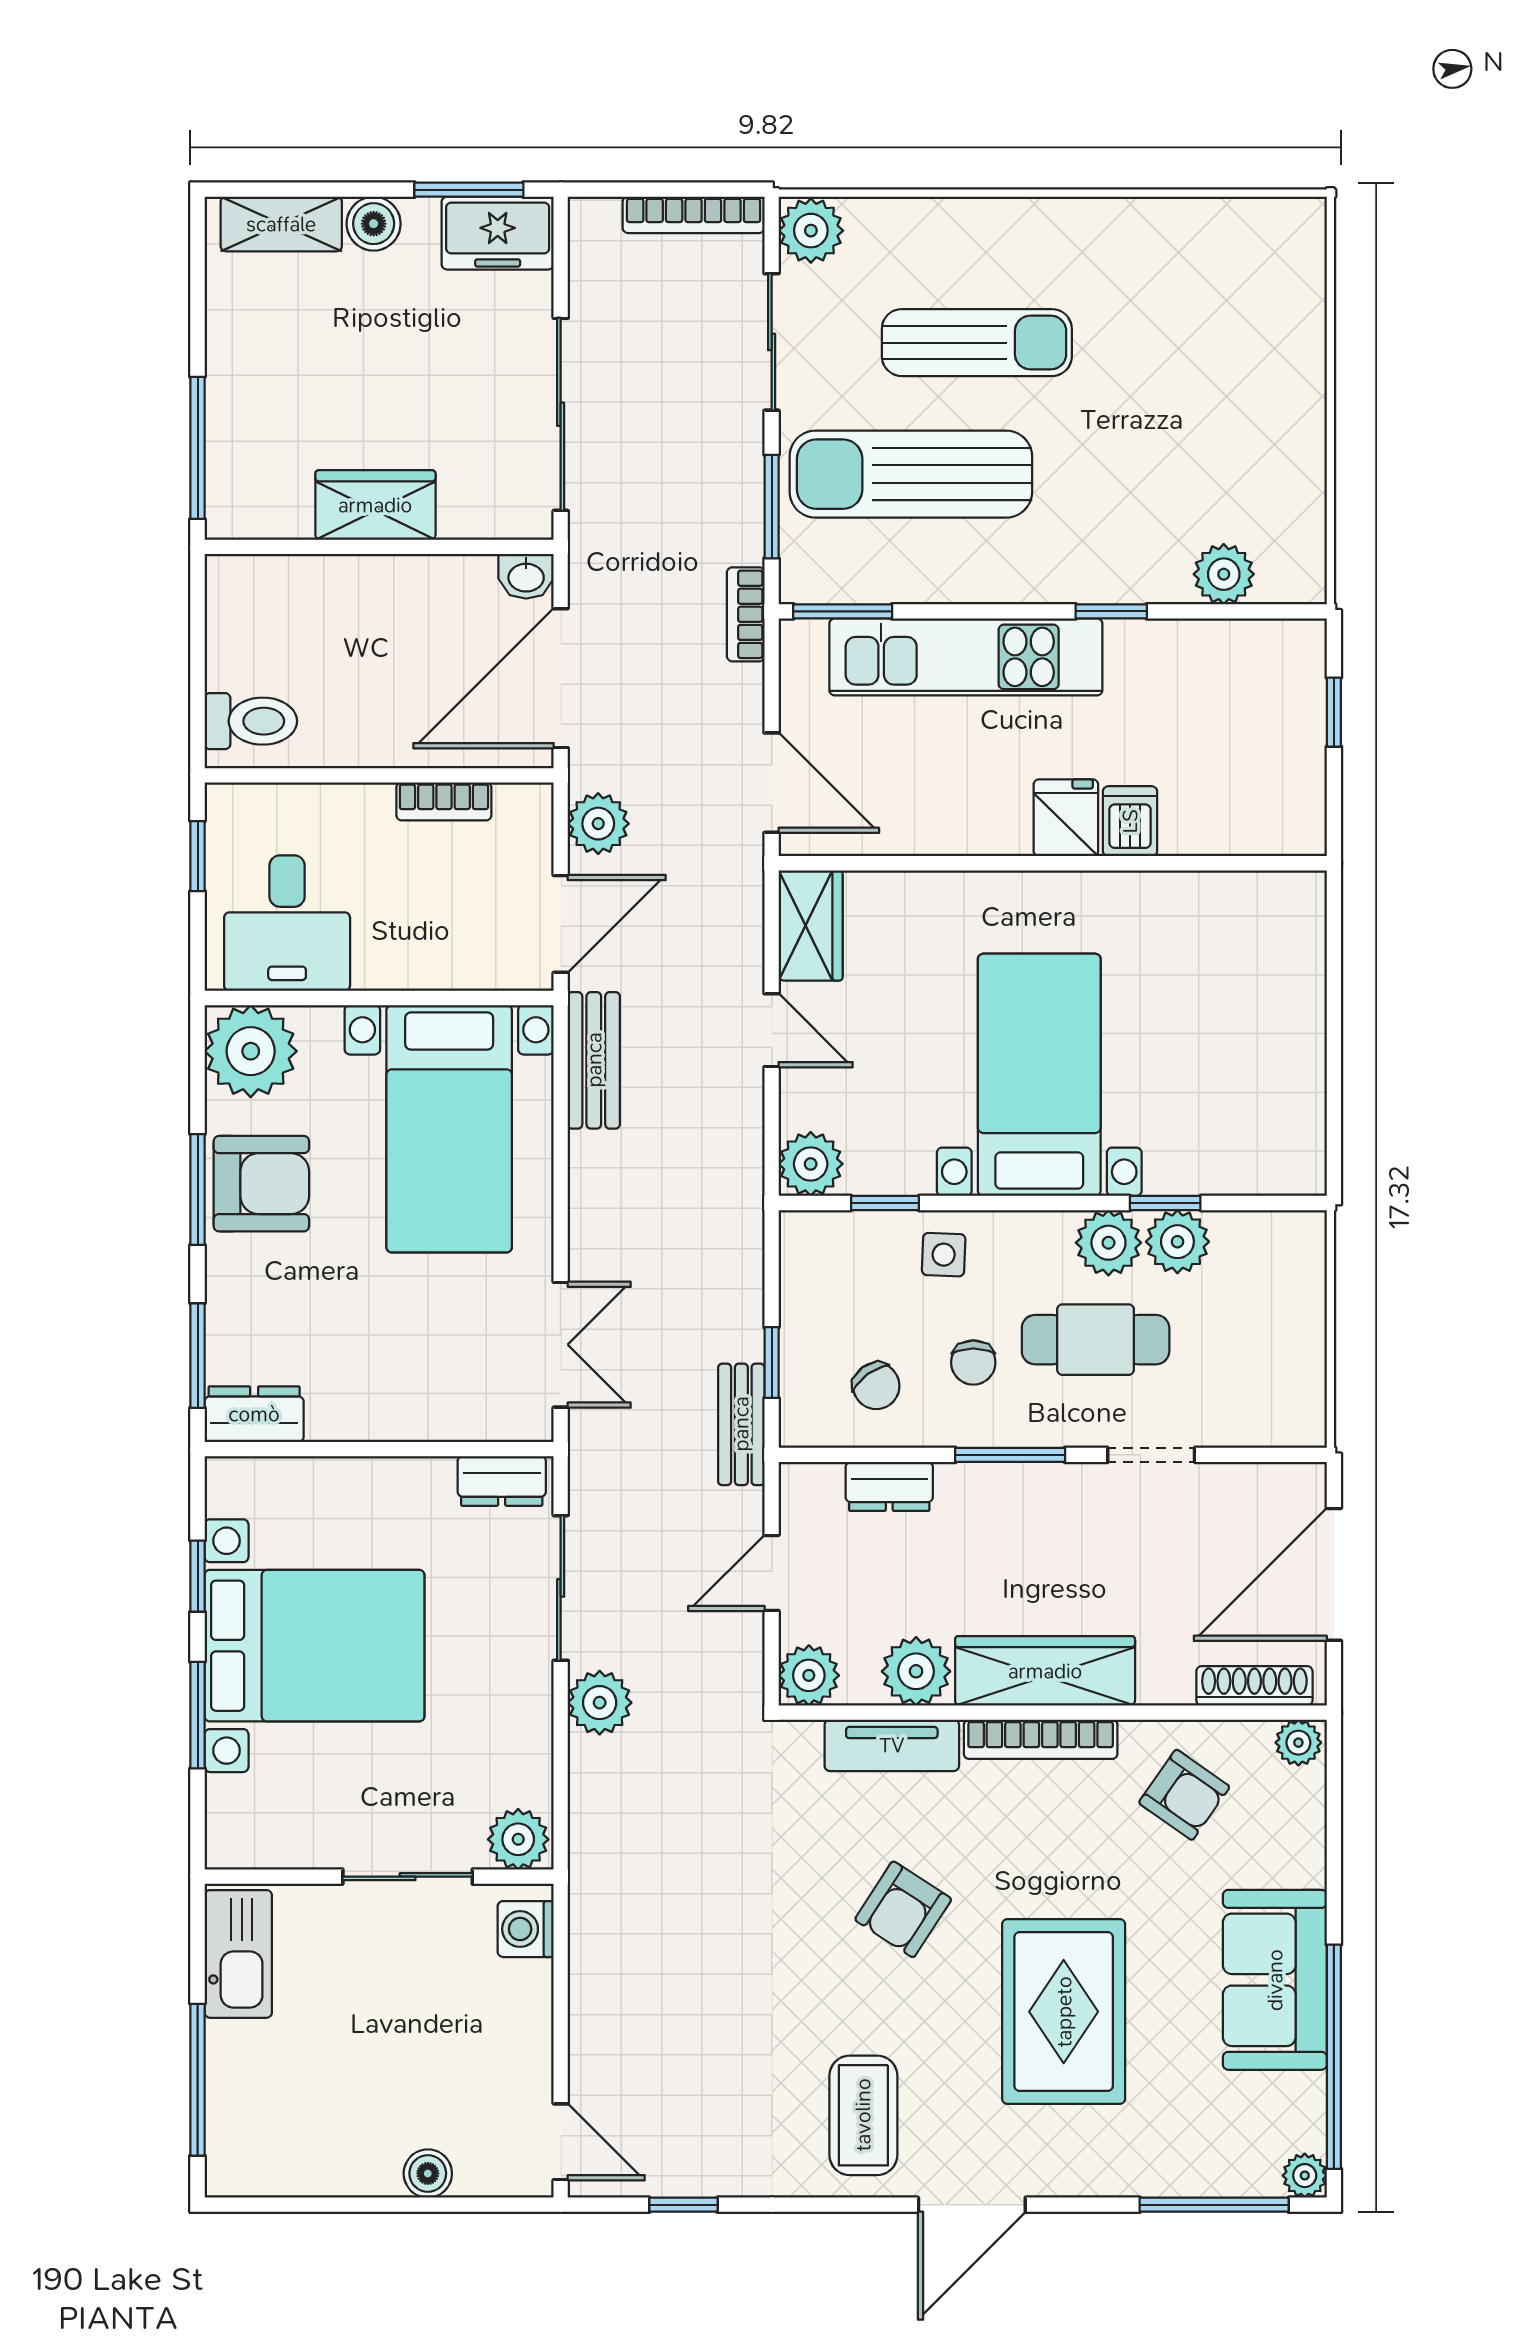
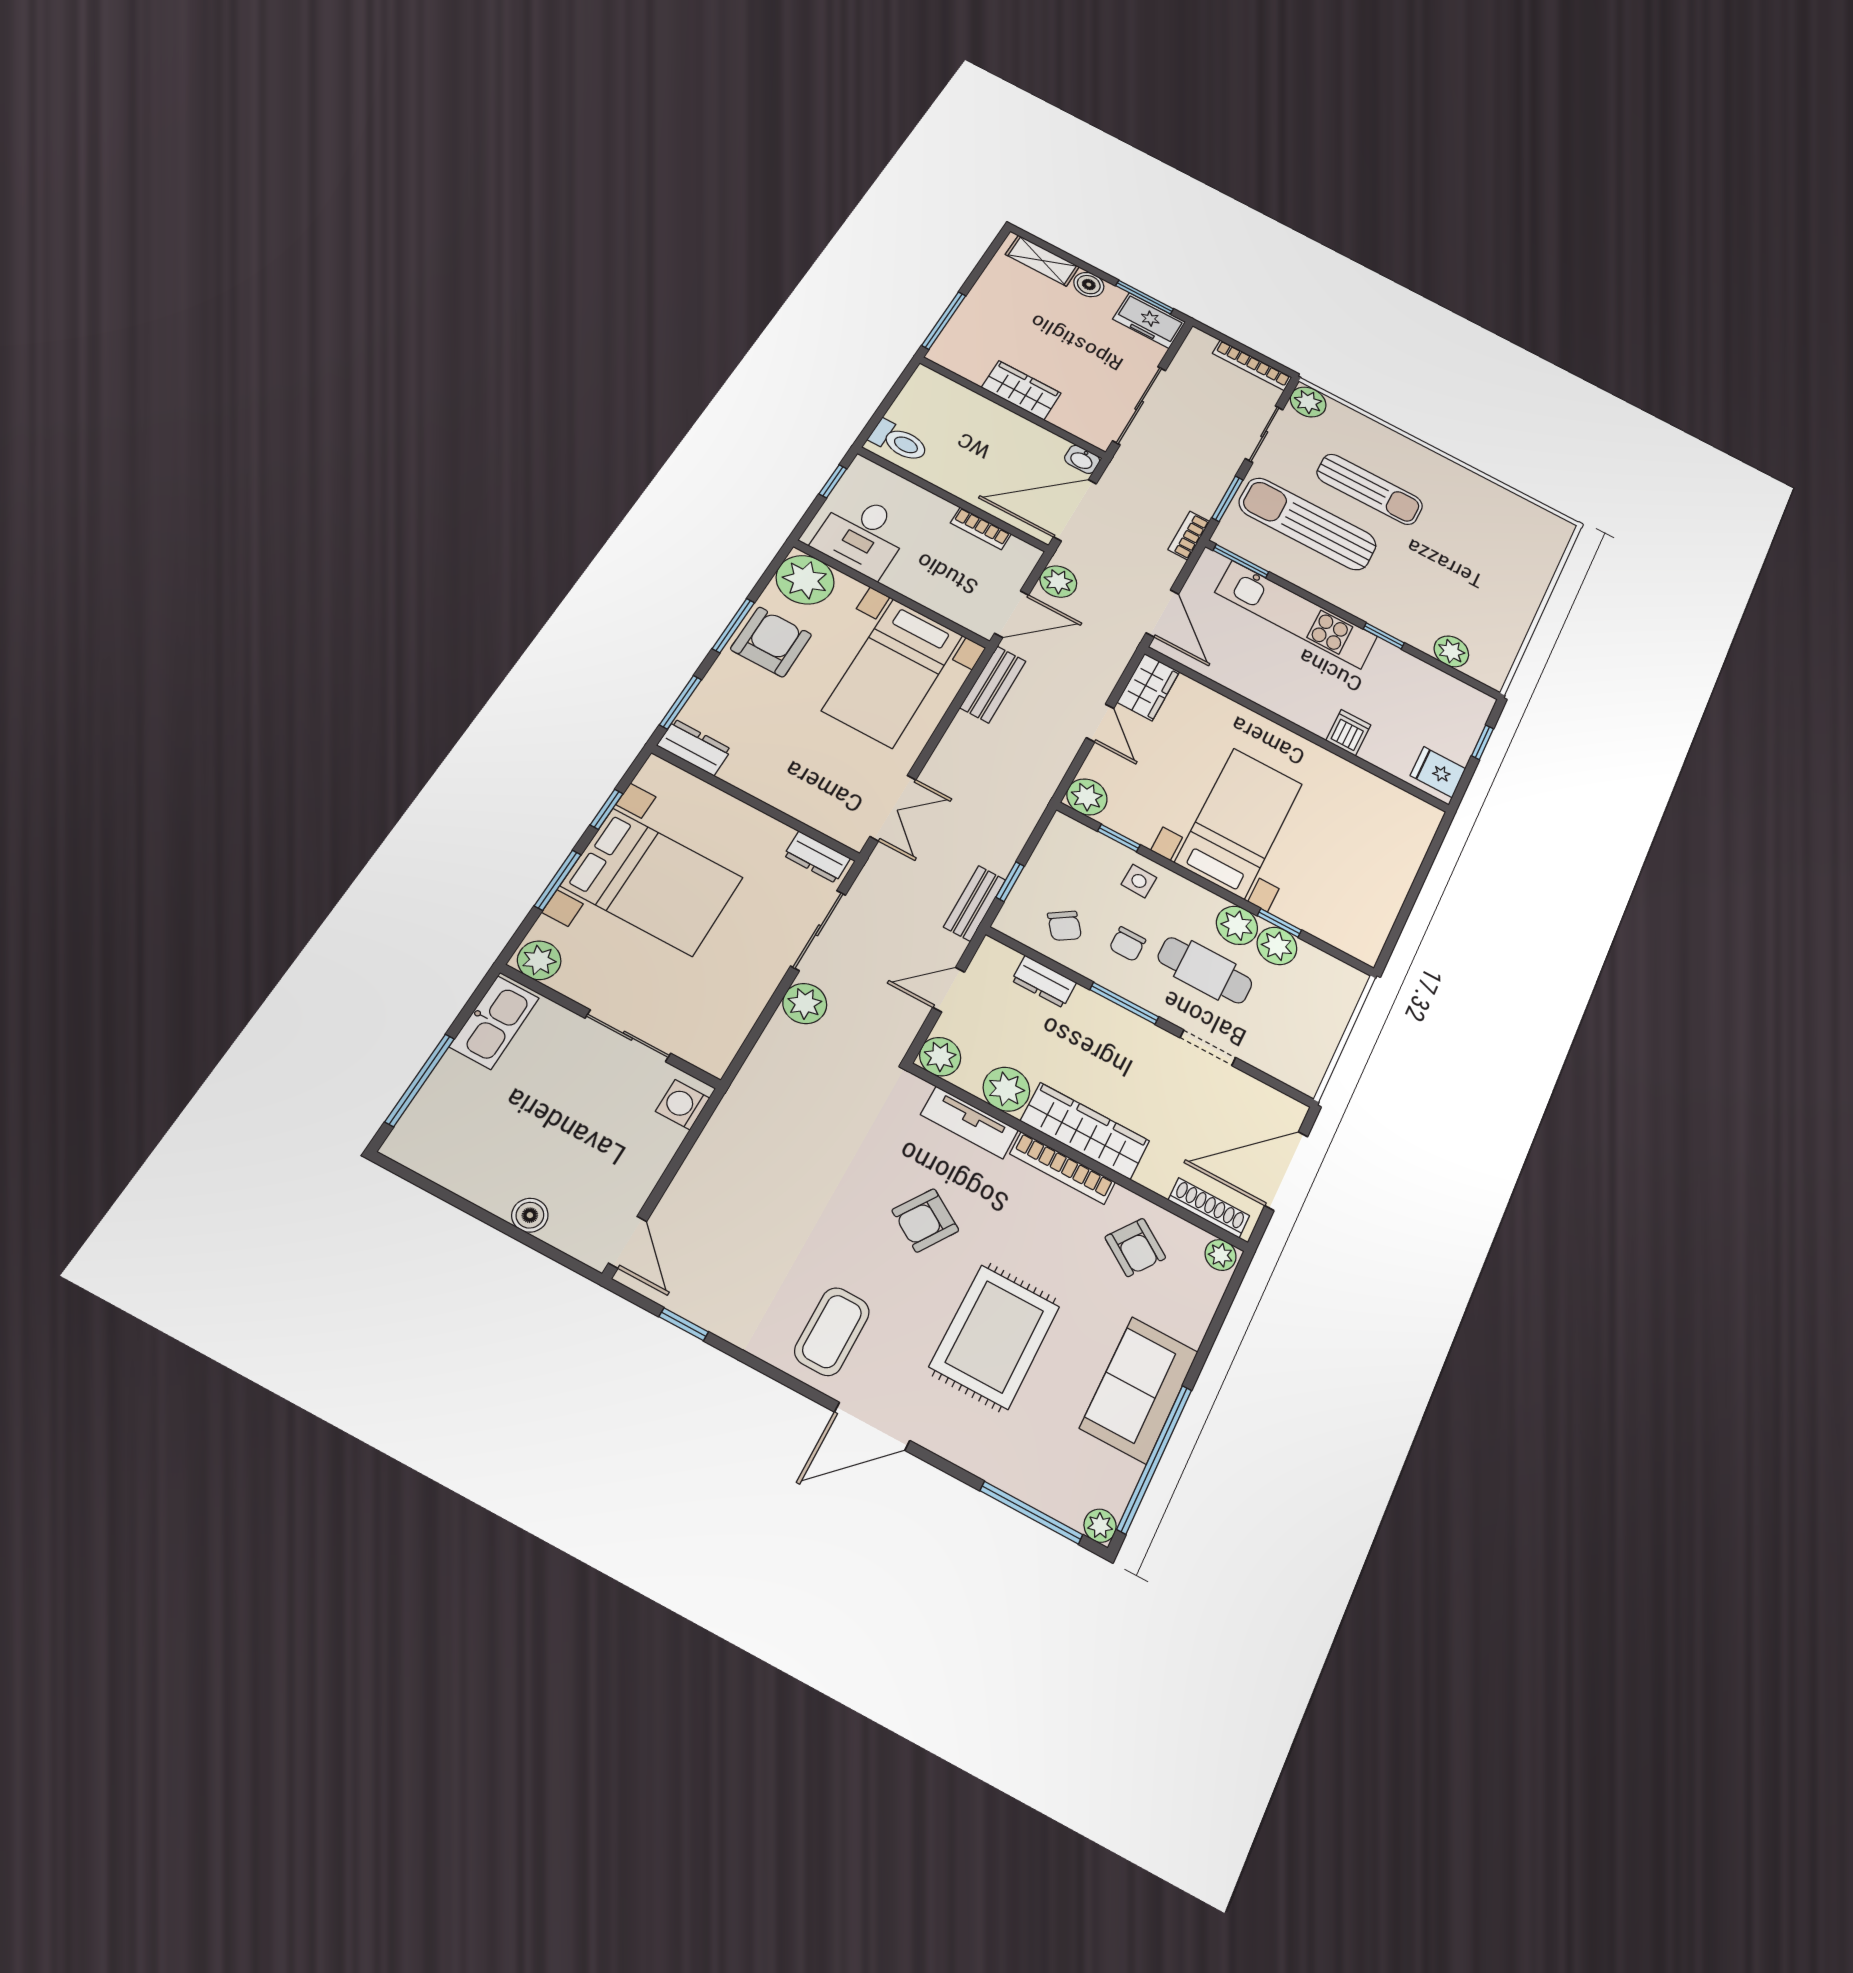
fridge: (1066, 818) -> (1438, 772), moved, turned -90
armchair: (261, 1184) -> (771, 642), turned -90
plant: (518, 1839) -> (539, 960), moved

